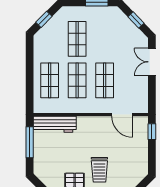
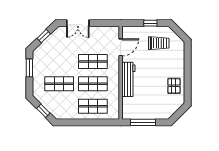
workbench: (55, 124) -> (128, 79), moved
window: (152, 132) -> (150, 23), moved
trolley: (99, 170) -> (159, 43), moved

